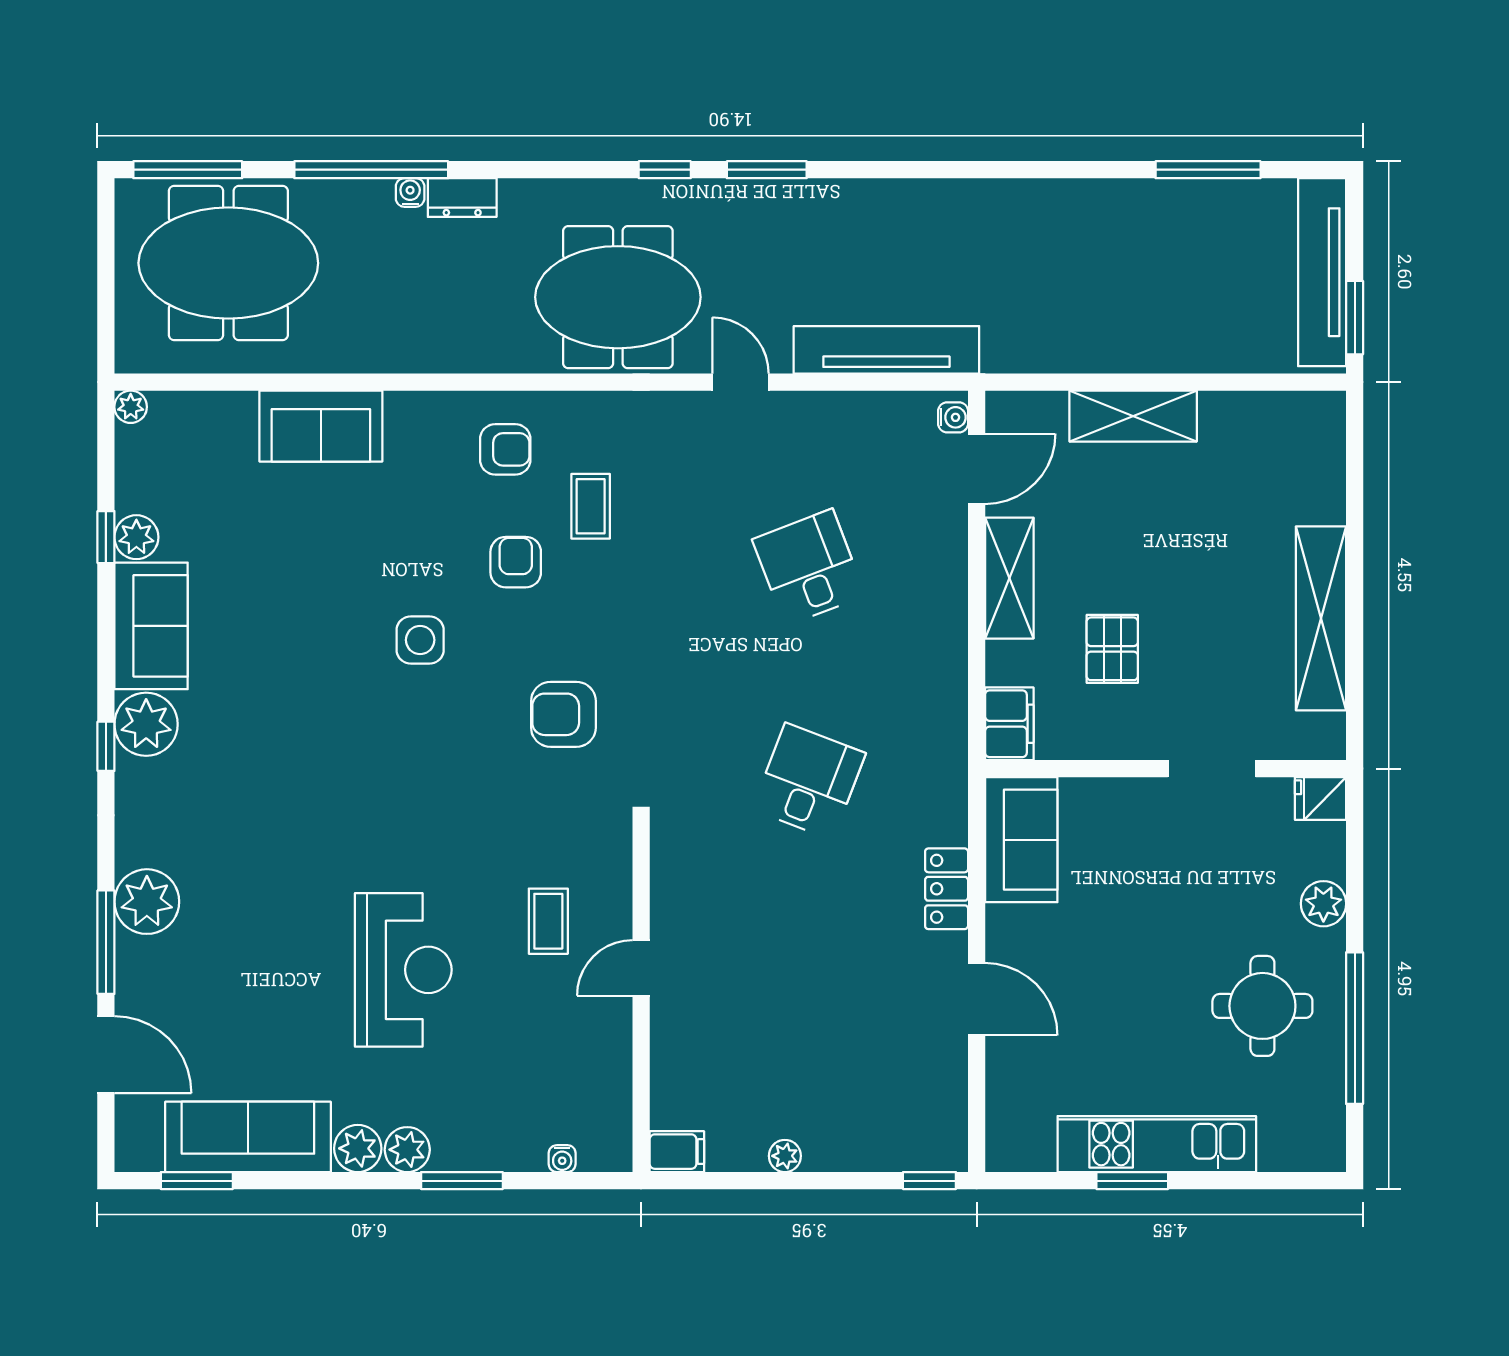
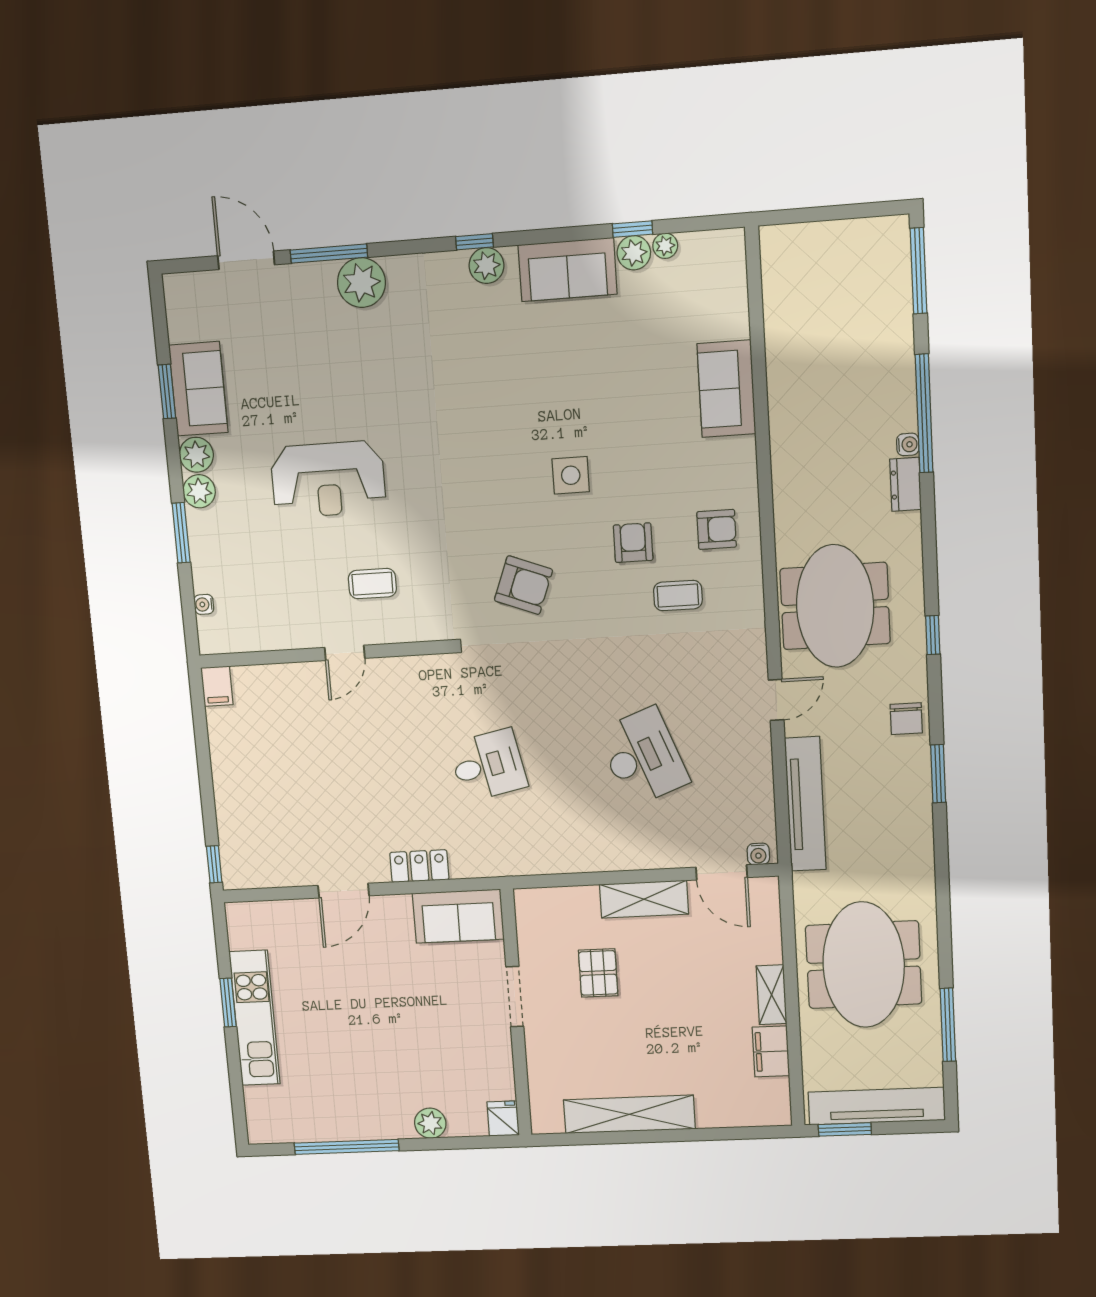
window: (767, 170) -> (938, 774), moved
chair: (776, 209) -> (906, 719), added
meeting table: (228, 263) -> (864, 965), moved
plant: (131, 407) -> (665, 246), moved
shelving: (1133, 416) -> (771, 995), width x0.67, depth x0.75
armchair: (505, 449) -> (717, 529), turned -90
armchair: (516, 562) -> (633, 543), turned -90
desk: (809, 567) -> (643, 757), width x1.37
pallet: (1112, 649) -> (598, 973), turned 90
armchair: (563, 714) -> (523, 585), turned 111
plant: (146, 724) -> (486, 266), width x0.73, depth x0.73
filing cabinet: (1009, 724) -> (771, 1051), moved, turned 90
doorway: (1212, 769) -> (515, 997), moved
desk: (809, 781) -> (488, 765), turned -33
door: (641, 968) -> (345, 653), swing flipped
round table: (1262, 1006) -> (356, 1085), removed
door: (106, 1055) -> (246, 260), swing flipped
sofa: (248, 1137) -> (198, 389), width x0.73
plant: (785, 1156) -> (221, 763), removed
window: (197, 1181) -> (167, 391), moved

